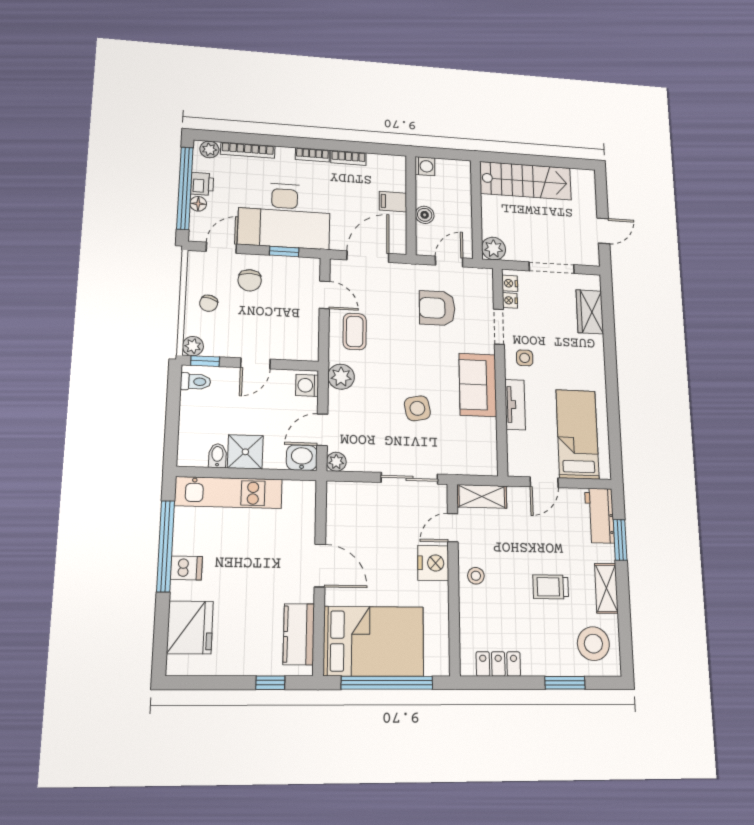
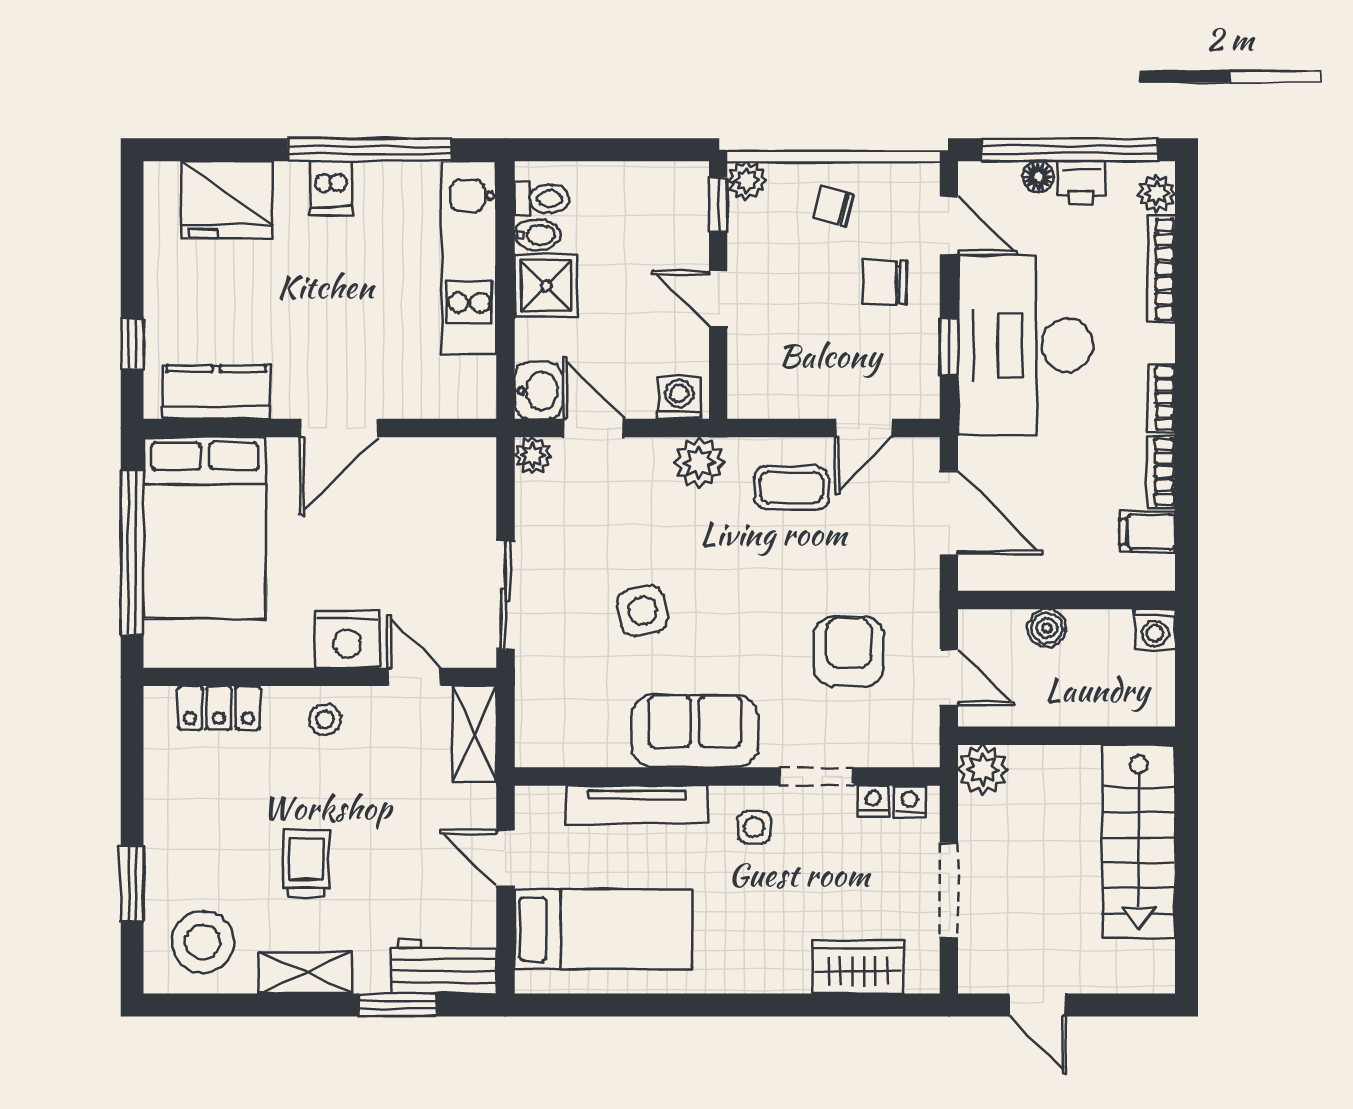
filing cabinet: (393, 202) -> (1147, 532), moved, turned -90
toilet: (196, 382) -> (542, 199), moved, turned -90
tv unit: (515, 405) -> (637, 805), width x1.41
locker: (498, 664) -> (219, 708), moved, turned 90

